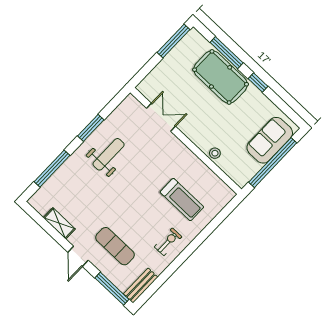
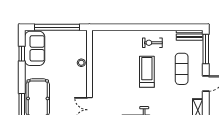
window: (258, 83) -> (22, 54), moved
sofa: (270, 140) -> (35, 48), moved, turned -90
treadmill: (182, 200) -> (147, 72), moved

